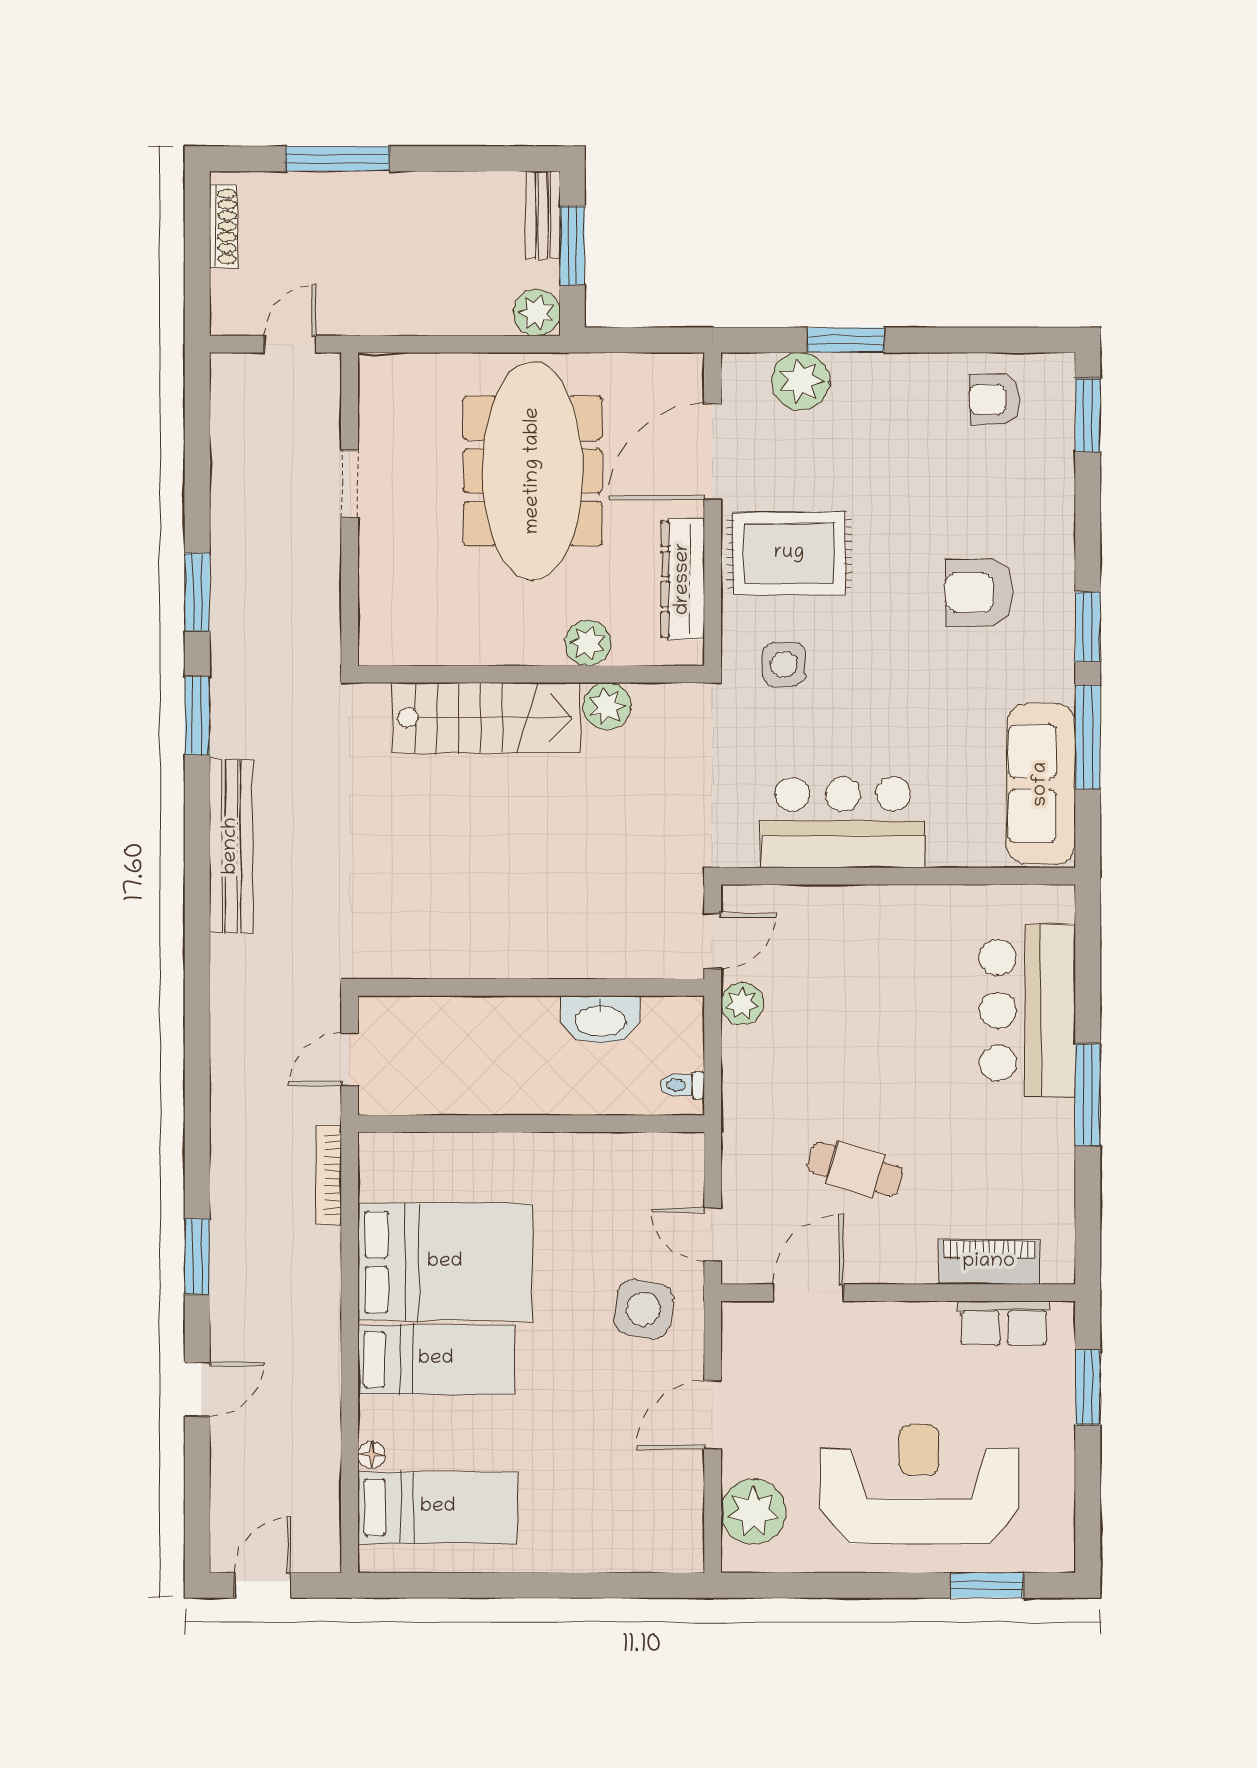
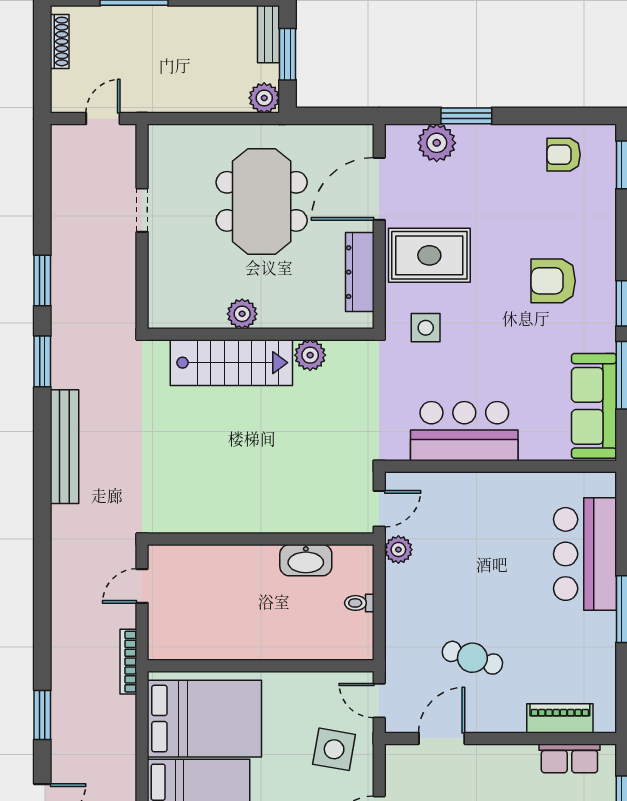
meeting table: (533, 471) -> (262, 201), width x0.73
plant: (588, 643) -> (242, 314), moved
wall: (531, 1124) -> (261, 666), moved

